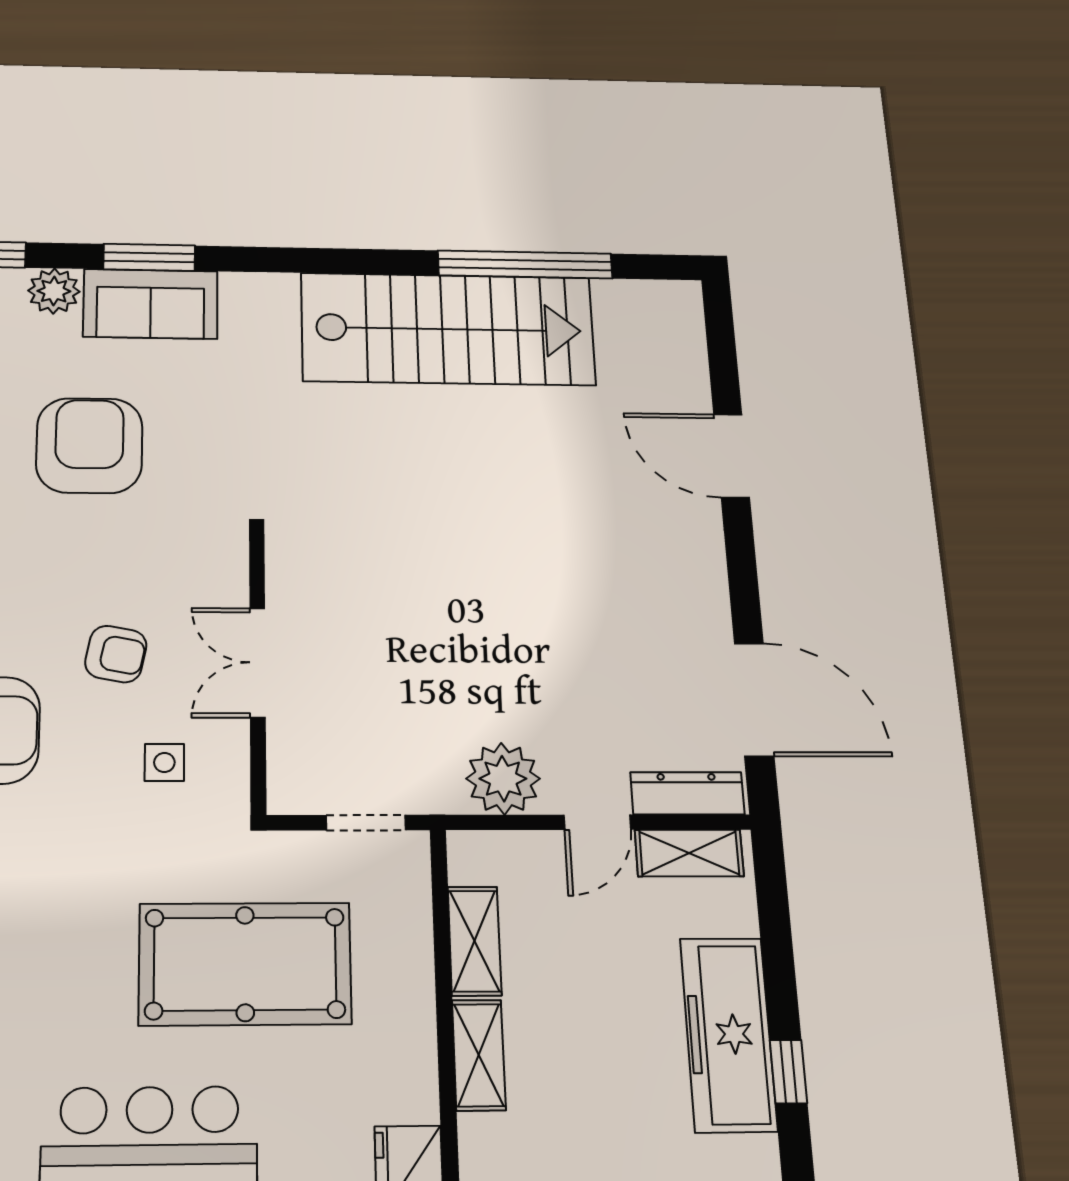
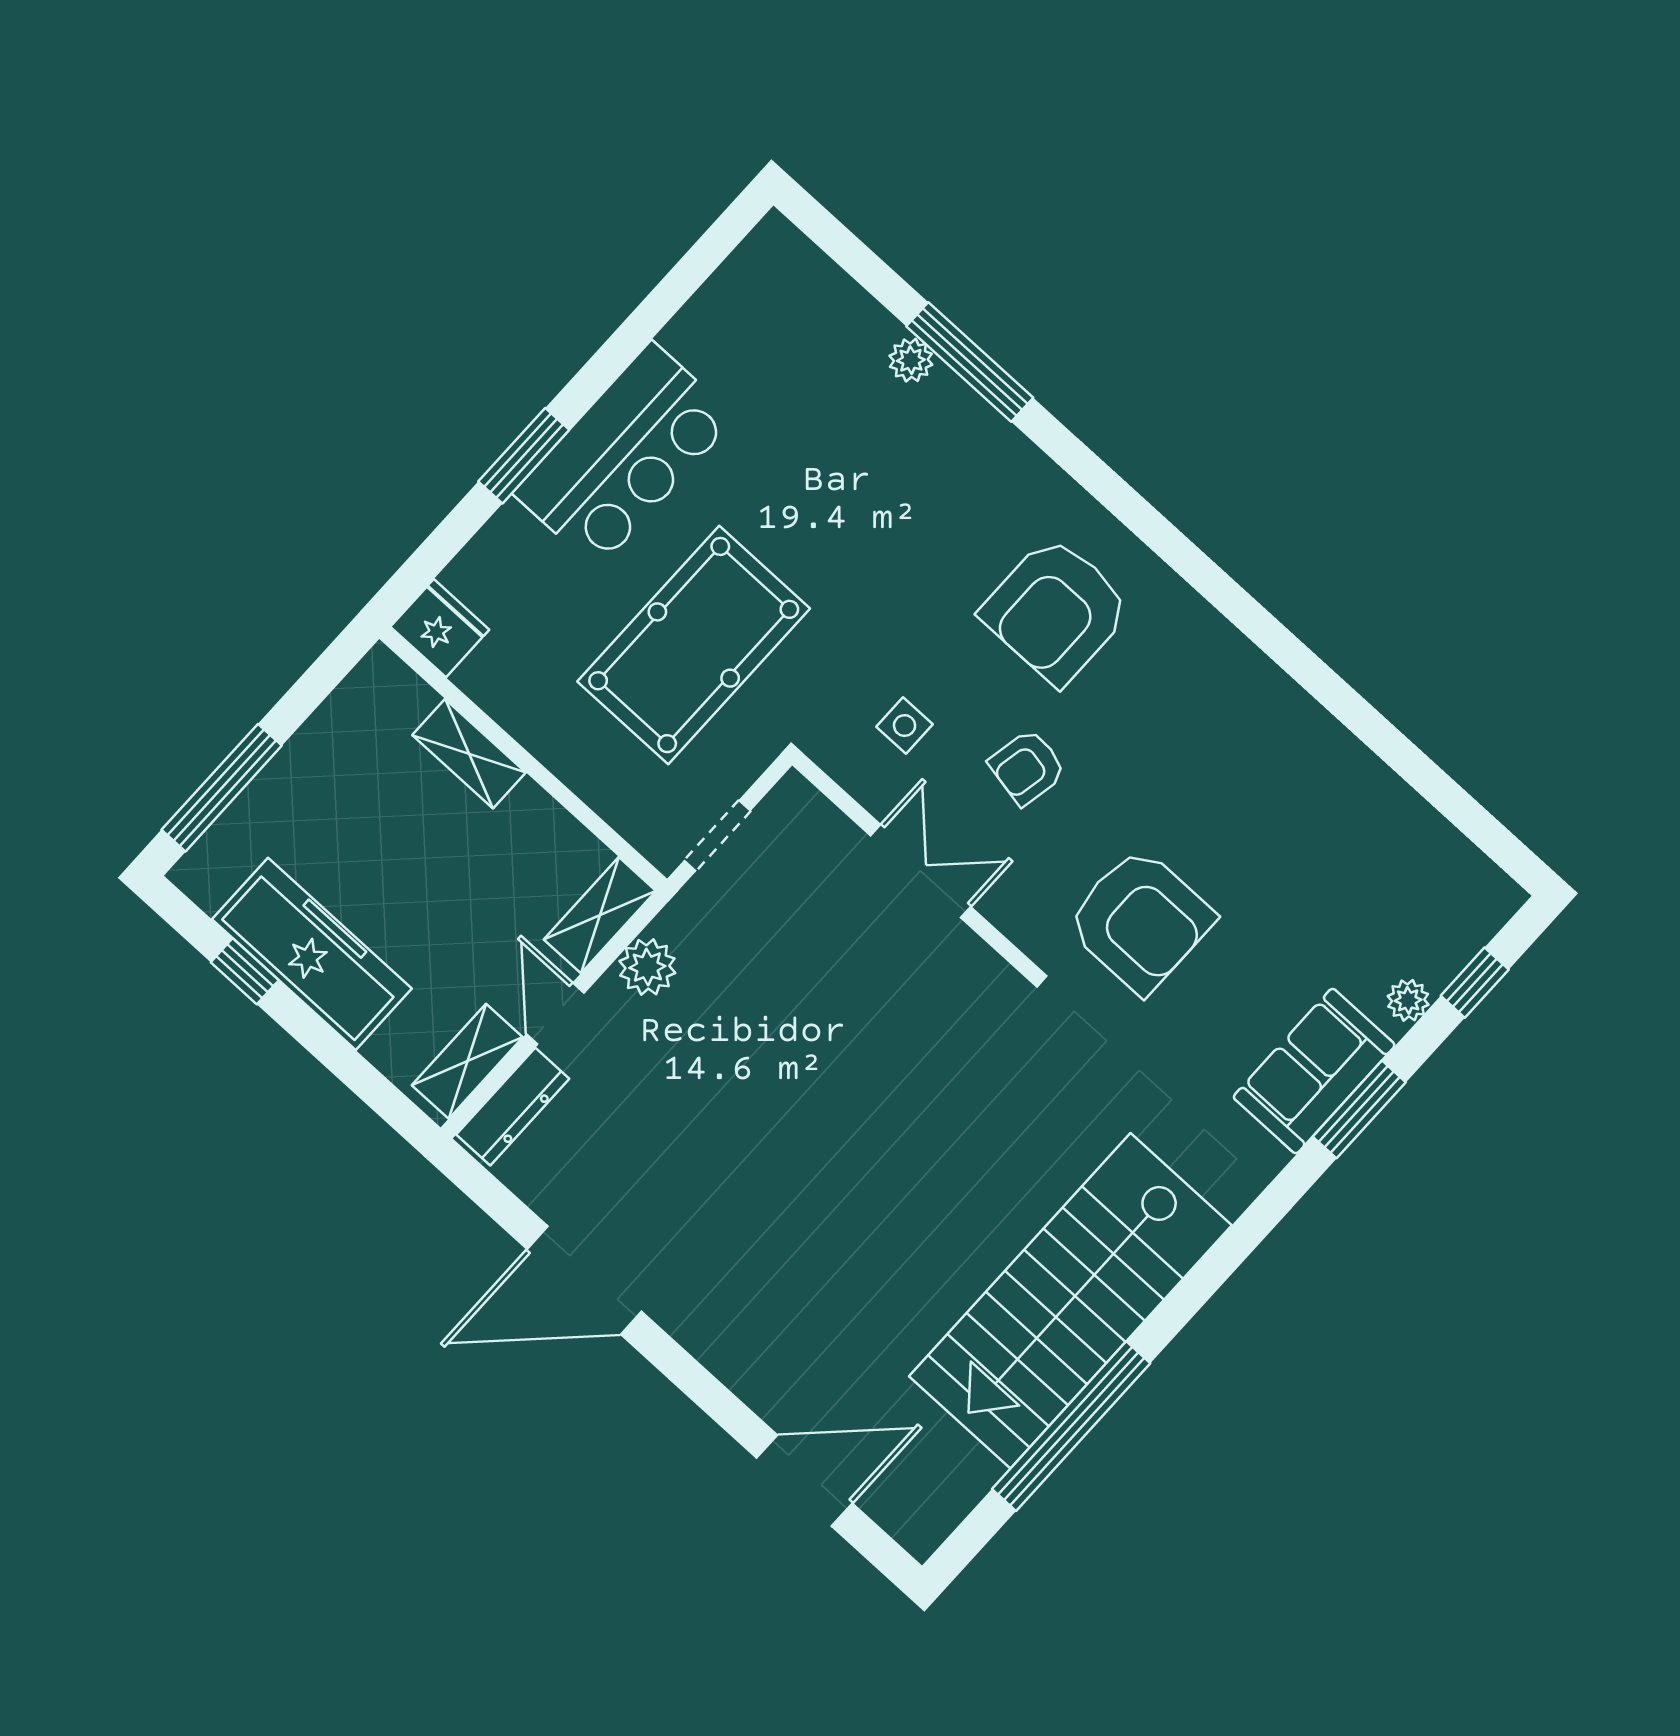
plant: (54, 291) -> (1408, 1000), width x0.73, depth x0.73
armchair: (89, 445) -> (1140, 920), moved
door: (732, 456) -> (804, 1481), moved
door: (754, 699) -> (584, 1280), moved
plant: (503, 779) -> (647, 967), width x0.73, depth x0.73
shelving: (475, 941) -> (600, 915), moved, turned 90

